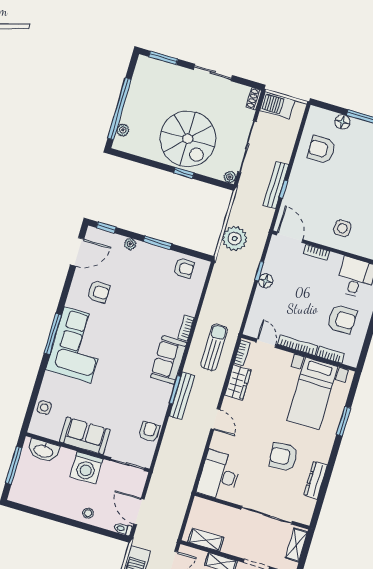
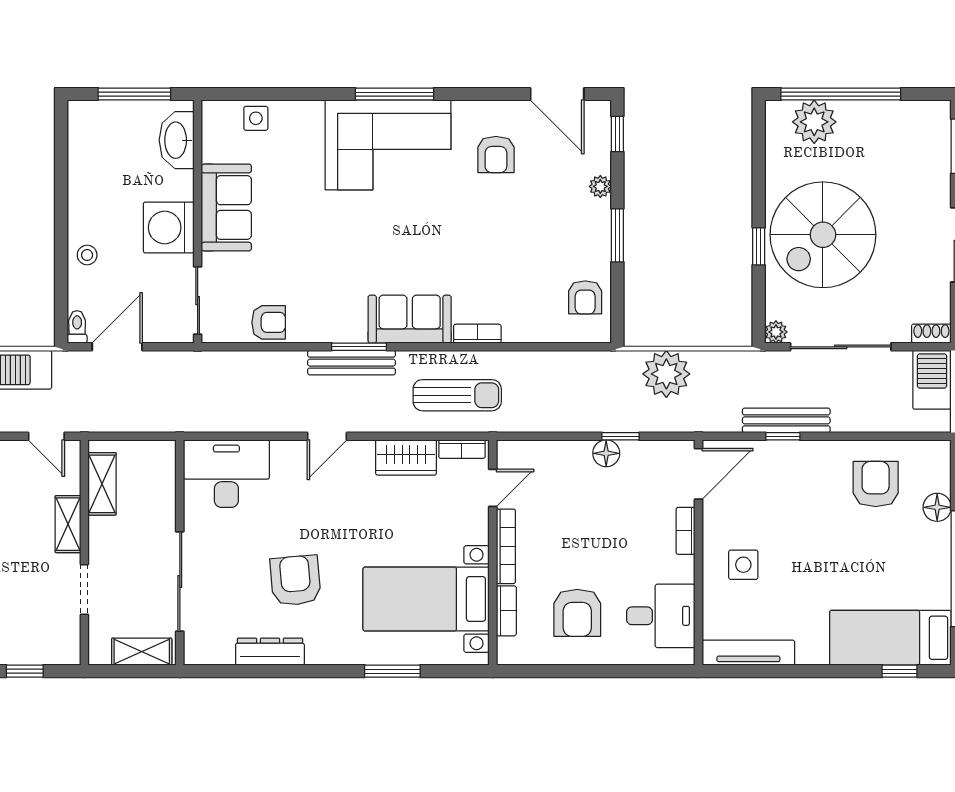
plant: (123, 130) -> (814, 122), width x1.88, depth x1.88

